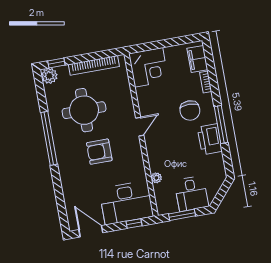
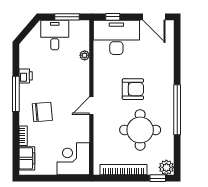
chair: (190, 111) -> (42, 112), turned 85
printer: (210, 139) -> (26, 76), width x0.53, depth x0.68

